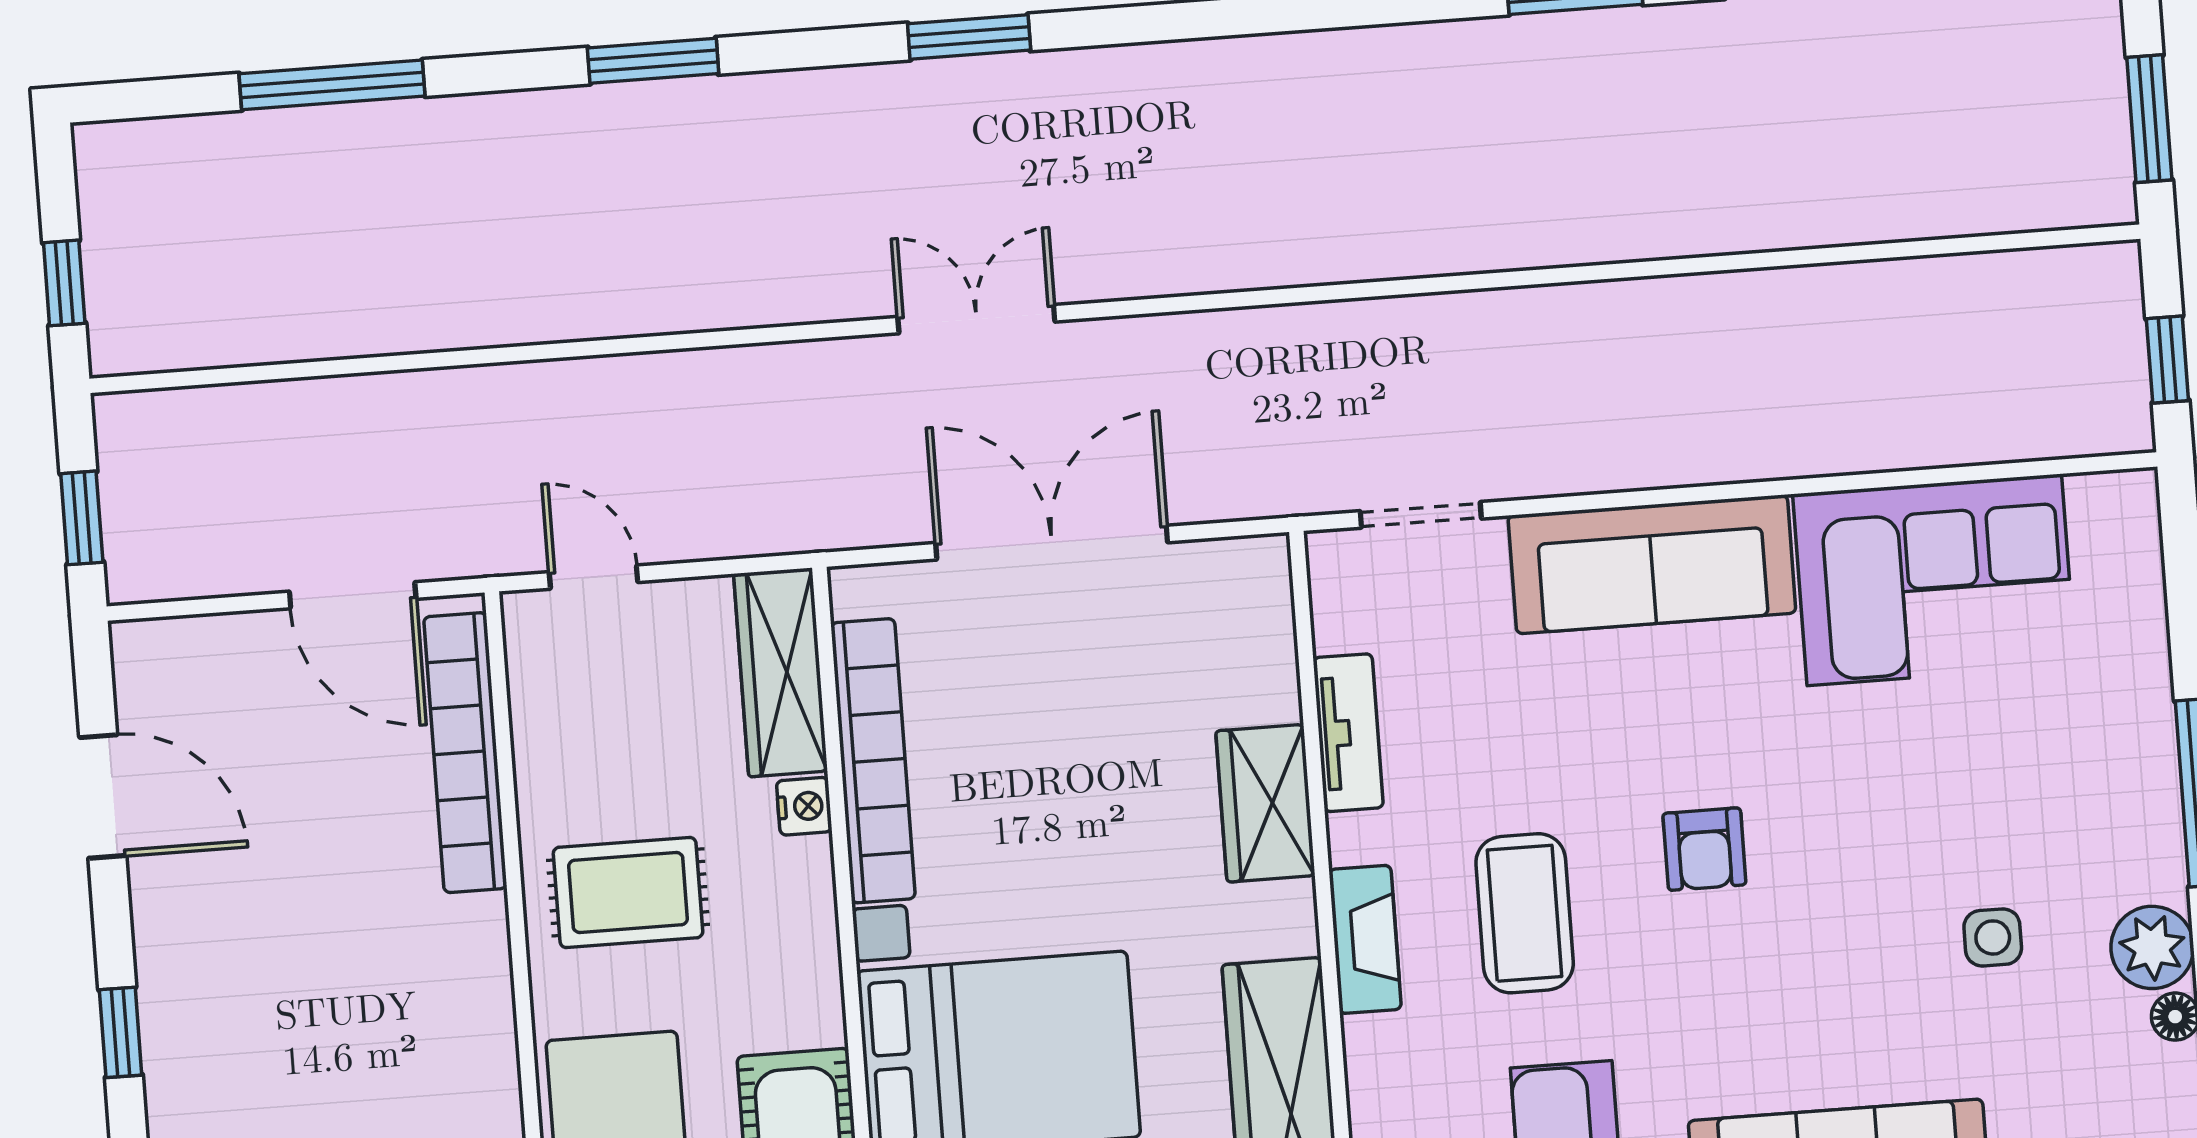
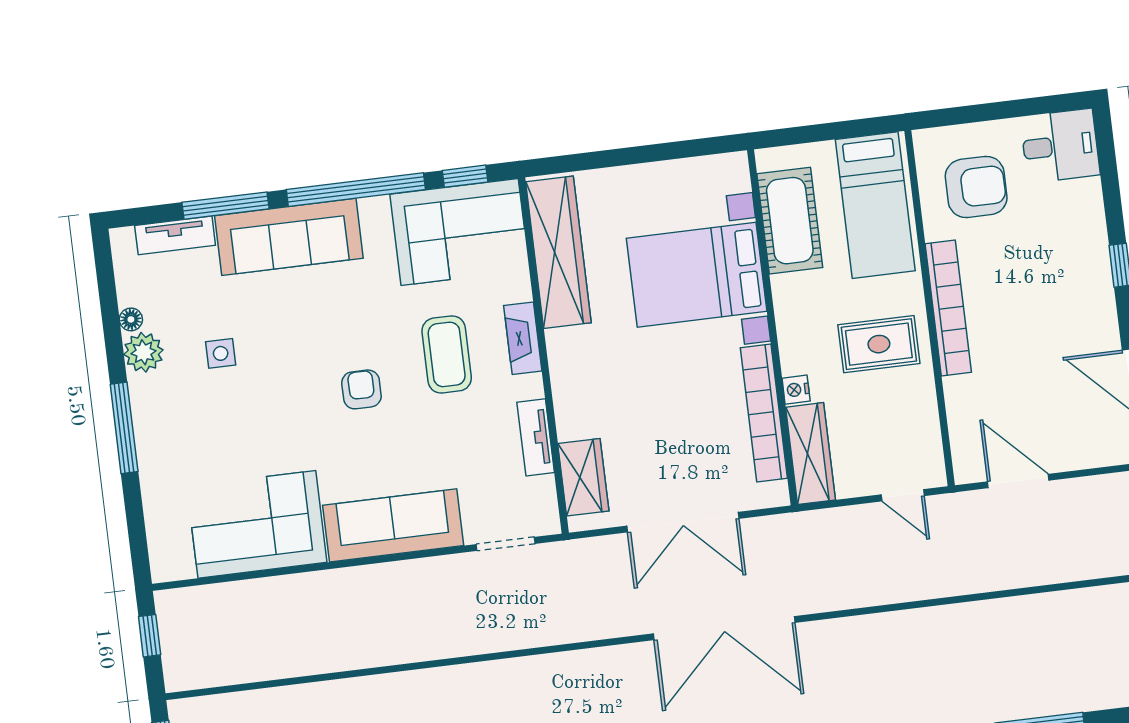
double door: (976, 319) -> (724, 628), width x1.87
bookcase: (465, 753) -> (948, 308), moved
wardrobe: (1265, 803) -> (583, 477), moved

